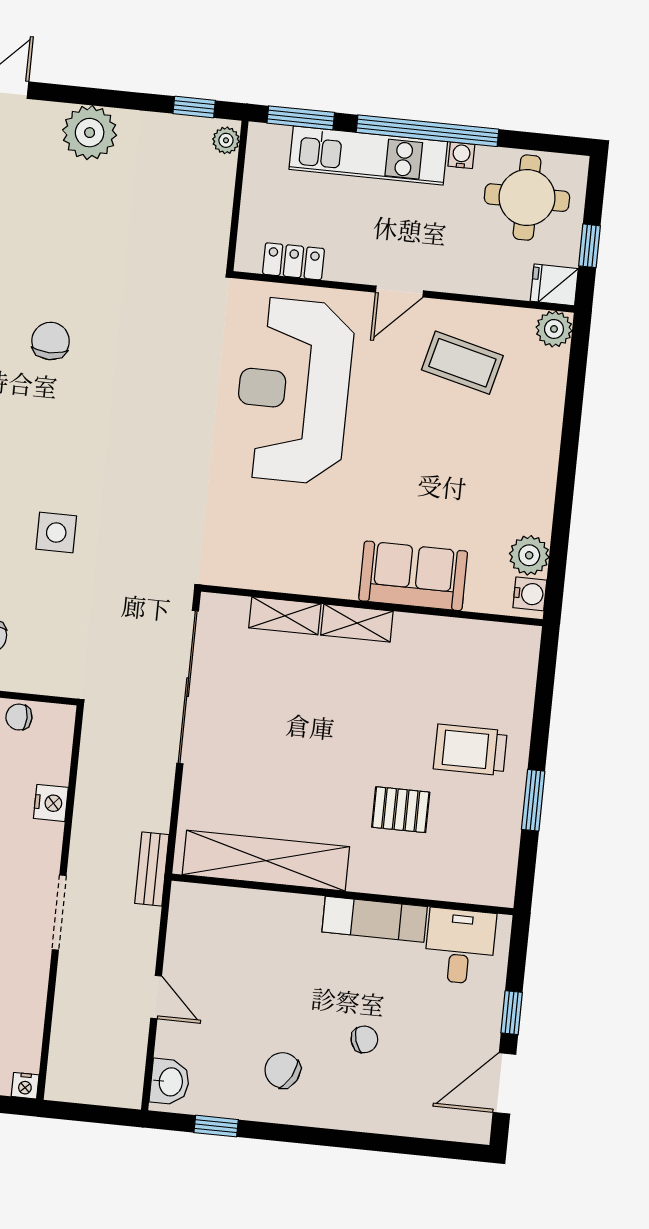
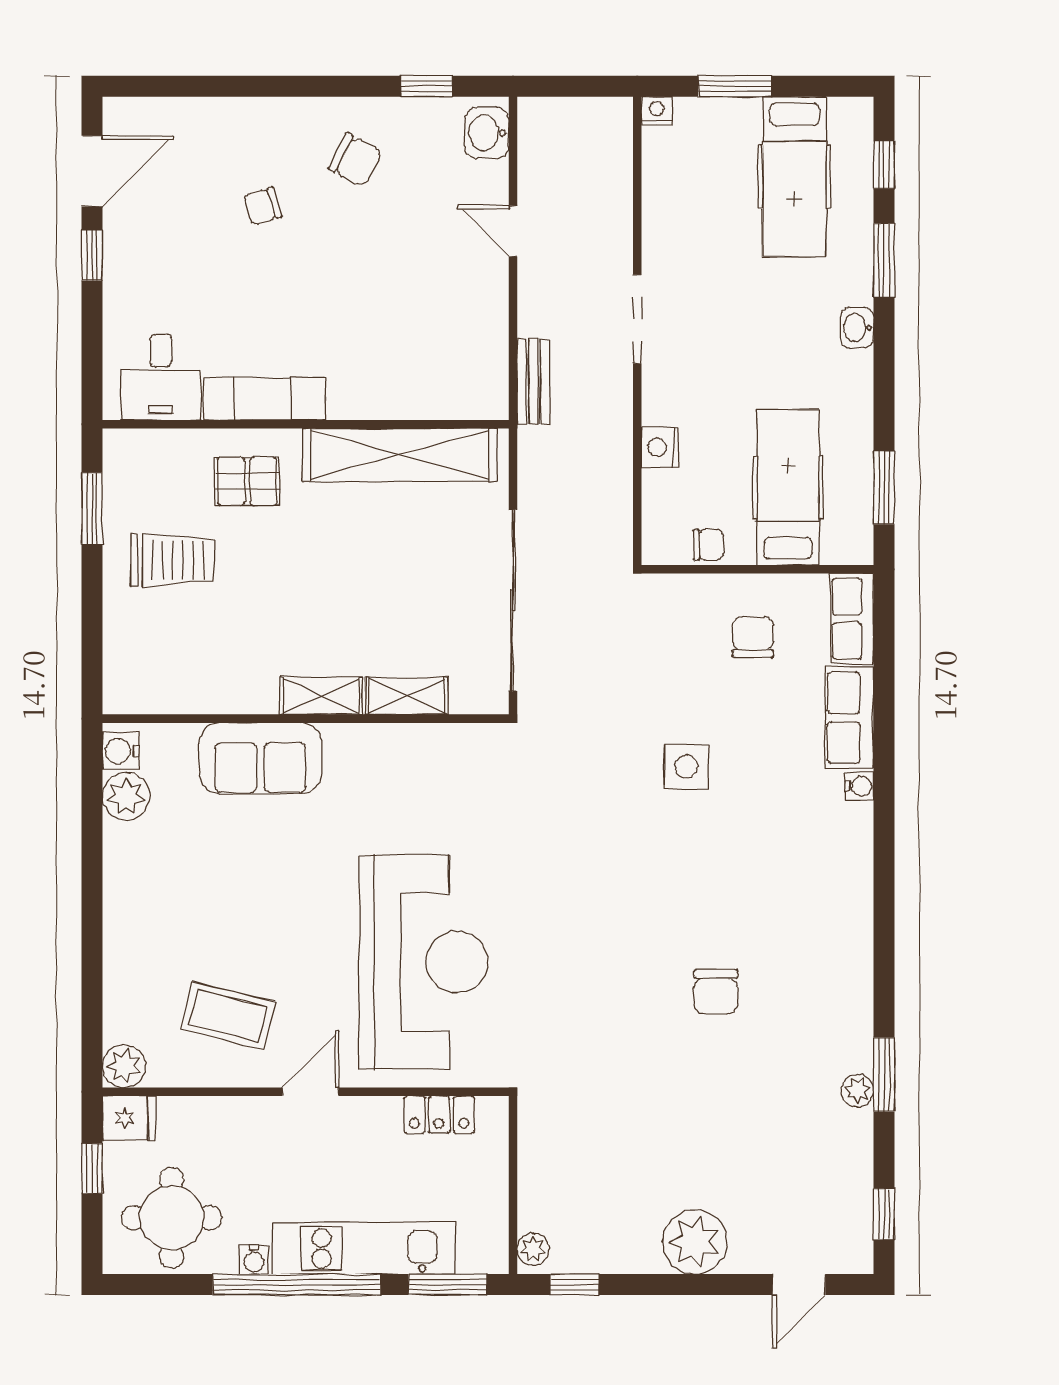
shelving: (266, 861) -> (400, 455), moved
wall: (342, 894) -> (306, 424), moved
exam couch: (375, 919) -> (265, 399), moved
desk: (460, 946) -> (161, 377), moved

